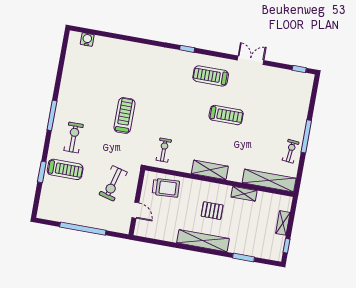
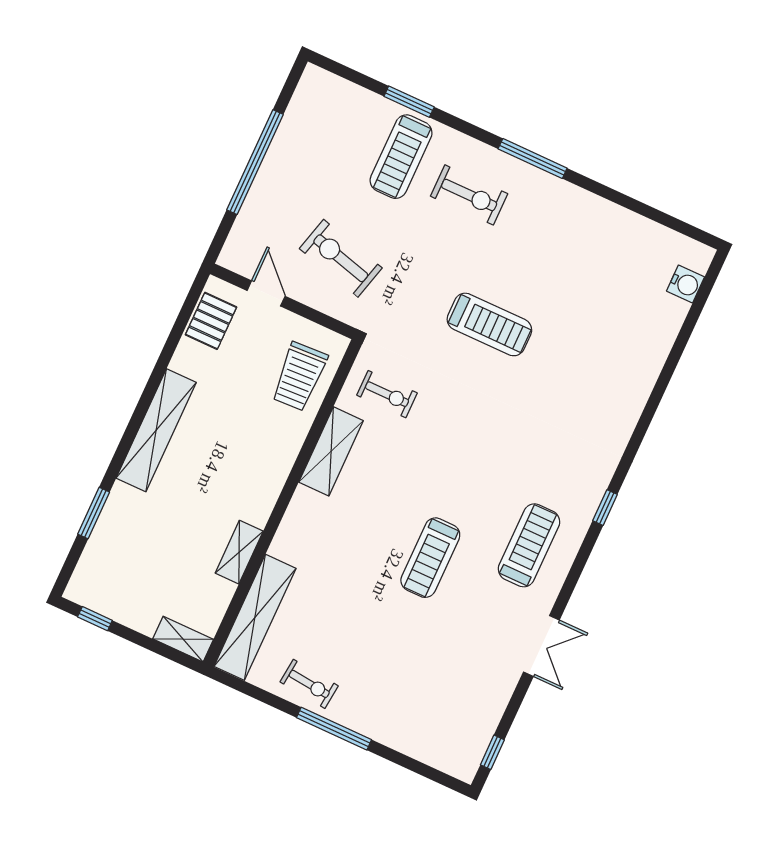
shelving: (210, 170) -> (331, 451), moved
door: (135, 210) -> (266, 293), swing flipped
pallet: (212, 211) -> (211, 321), moved
shelving: (283, 223) -> (183, 639), moved

